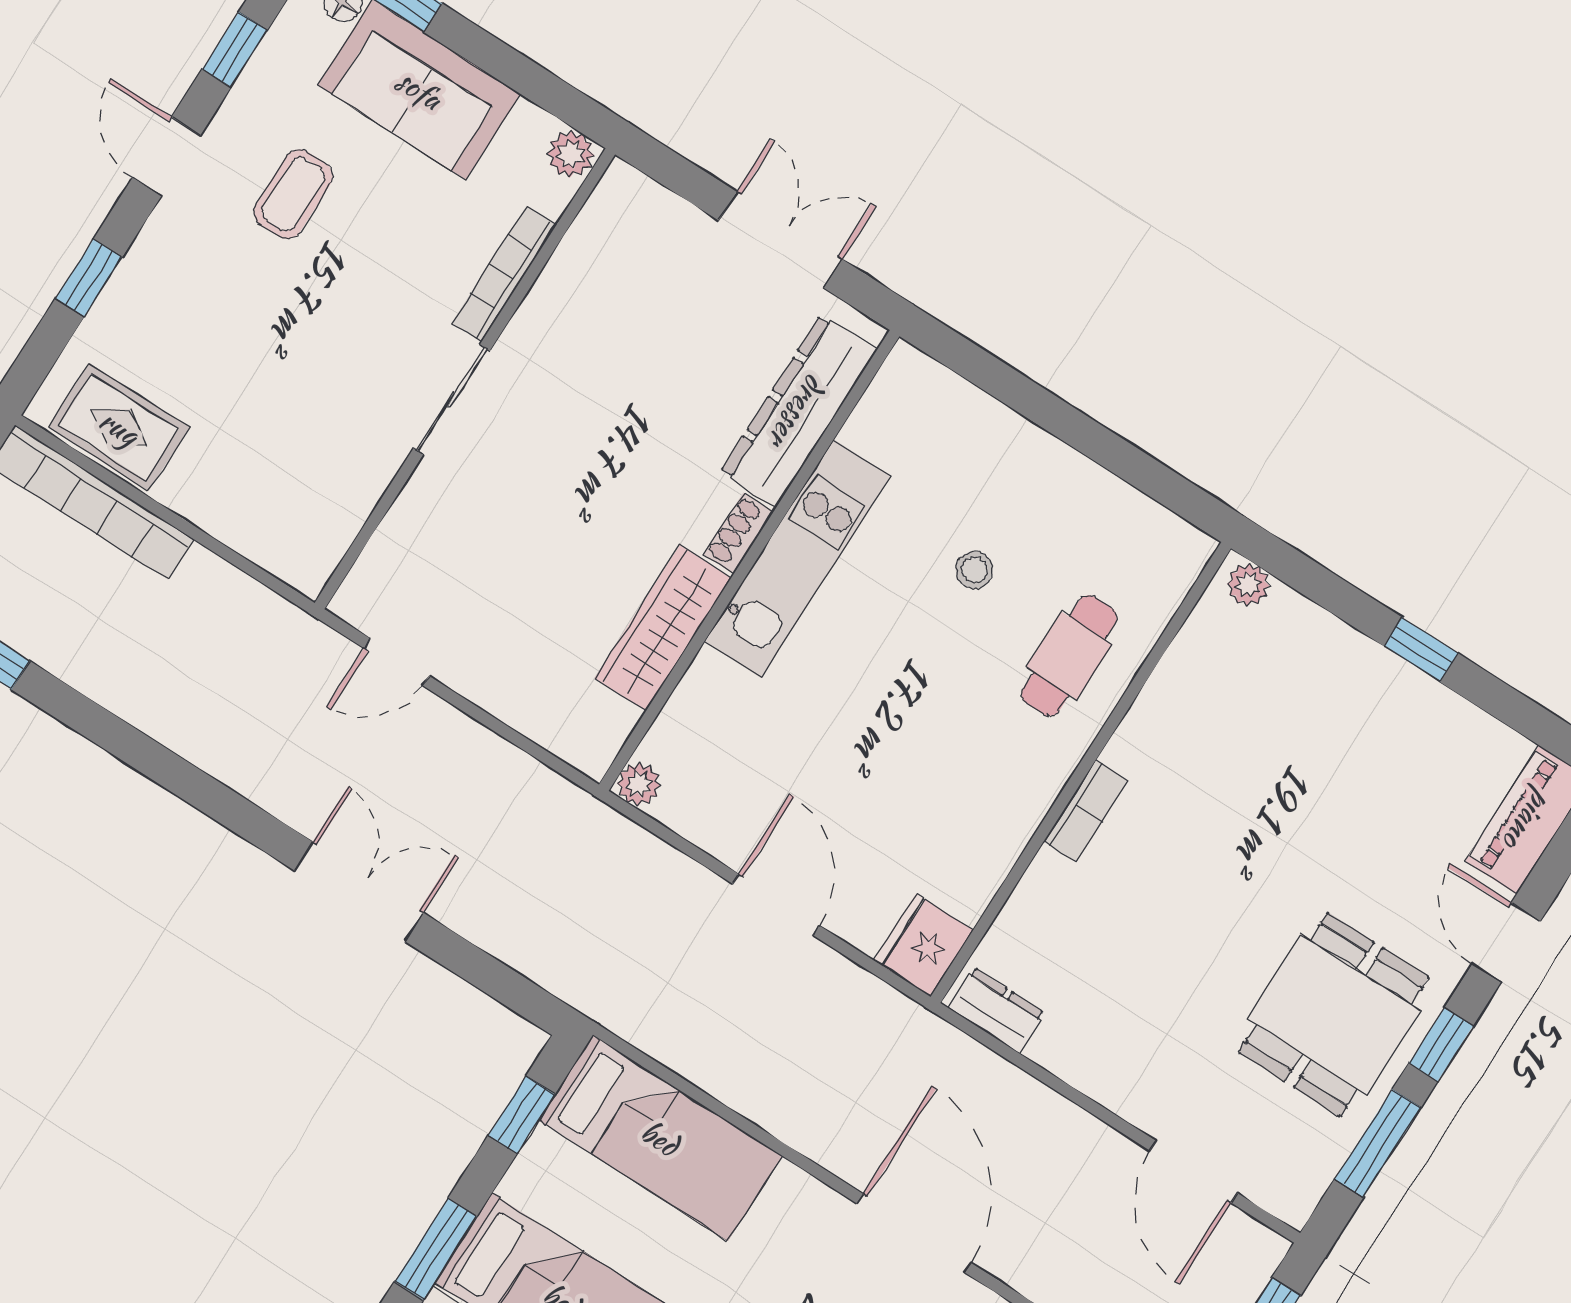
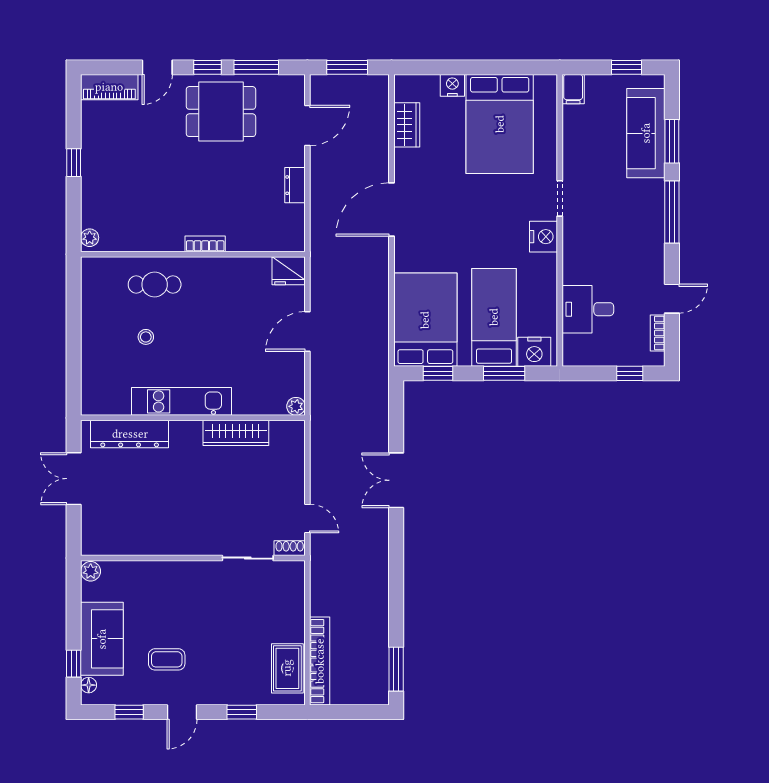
bookcase: (504, 274) -> (147, 568), removed
sliding door: (452, 399) -> (248, 558), moved
shoe rack: (739, 533) -> (290, 548), moved, turned 180
dresser: (996, 1010) -> (295, 185), moved
bed: (660, 1138) -> (425, 320), width x1.50

